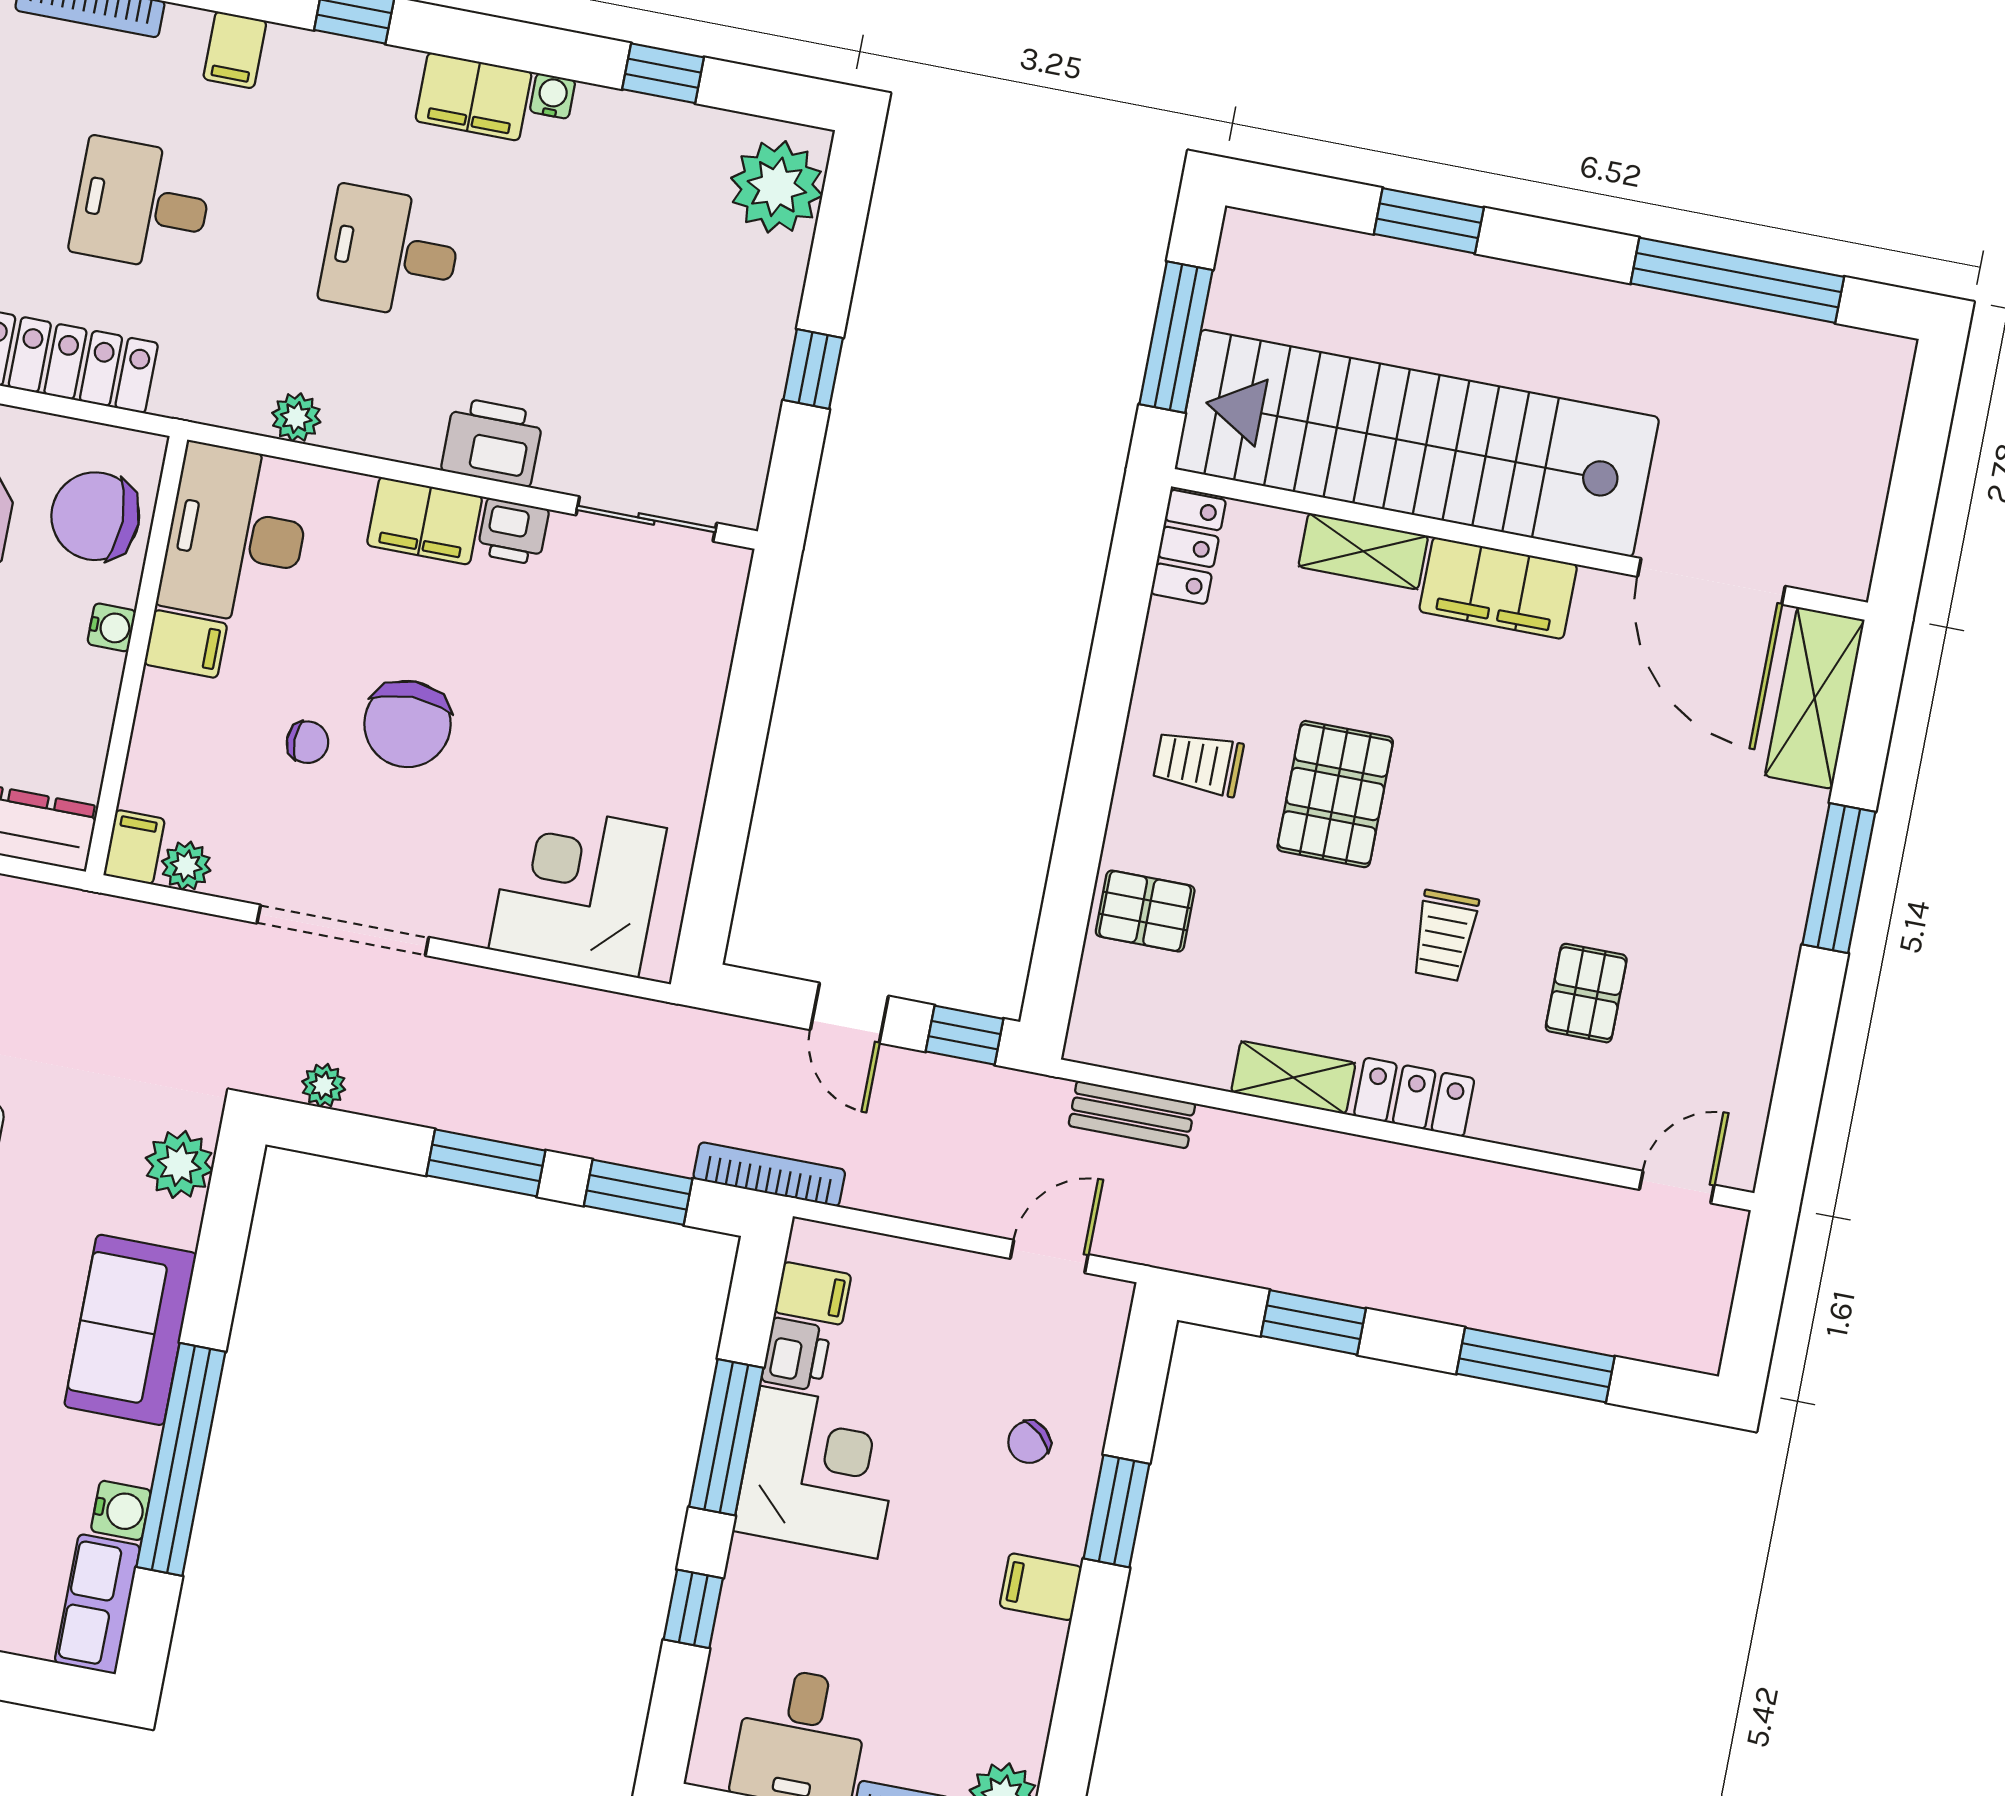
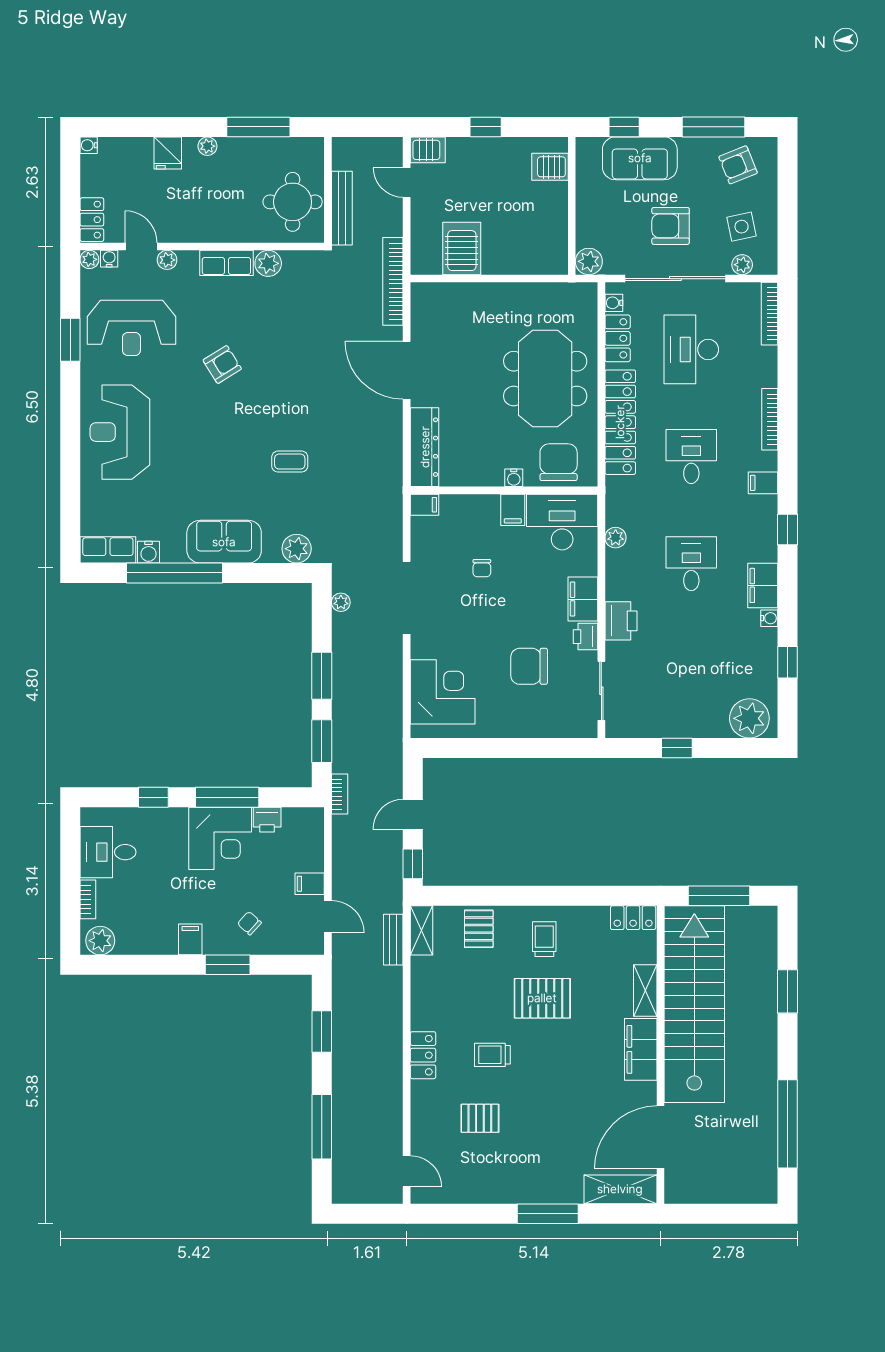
chair: (407, 724) -> (529, 666), moved
plant: (186, 866) -> (421, 528), removed
shelving: (1293, 1078) -> (422, 930), moved
bookcase: (769, 1174) -> (340, 794), width x0.64
filing cabinet: (813, 1293) -> (310, 884), moved, turned 90

